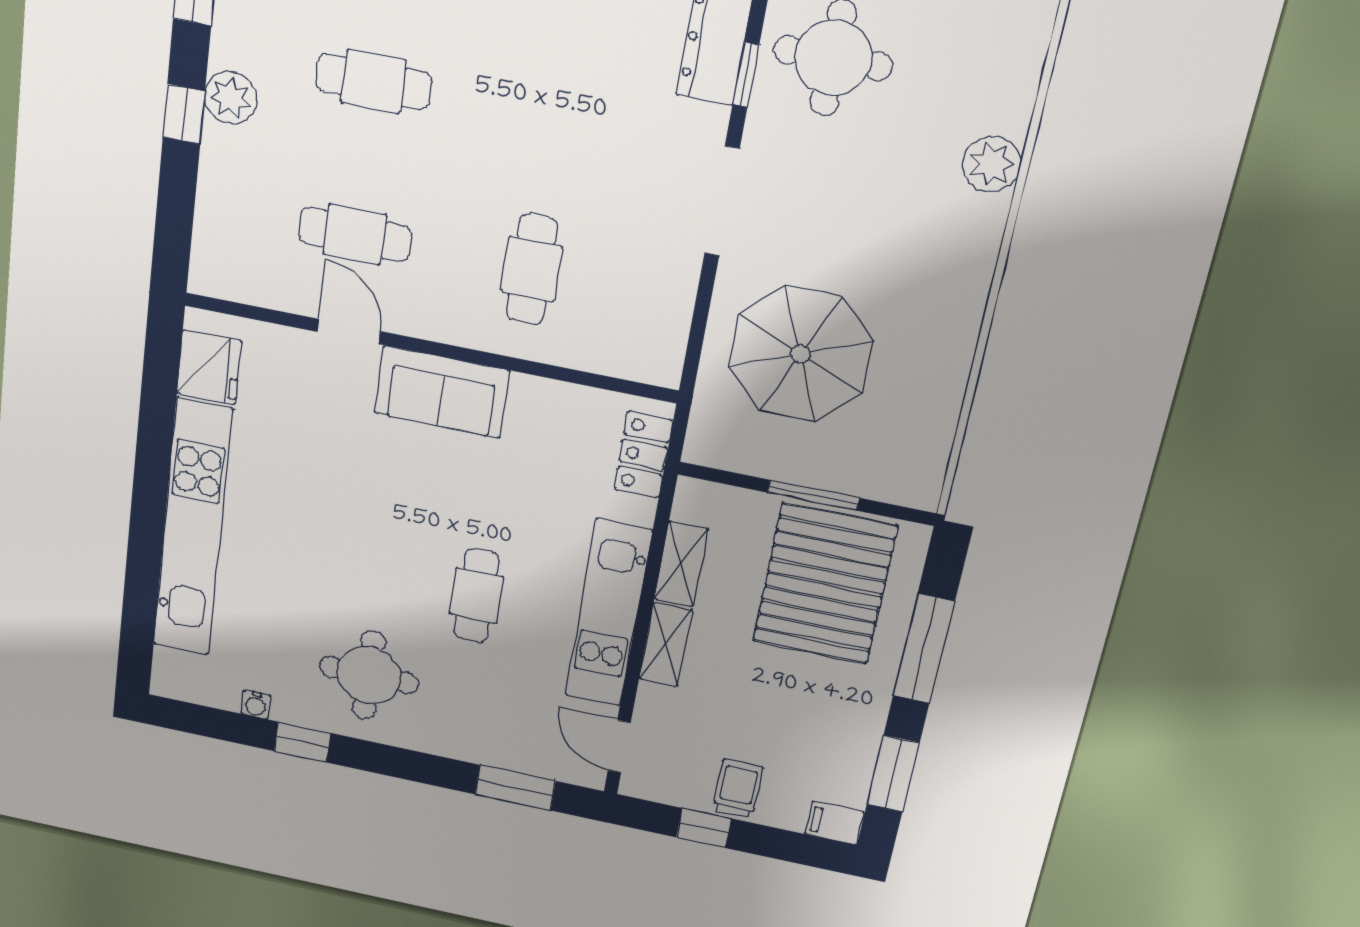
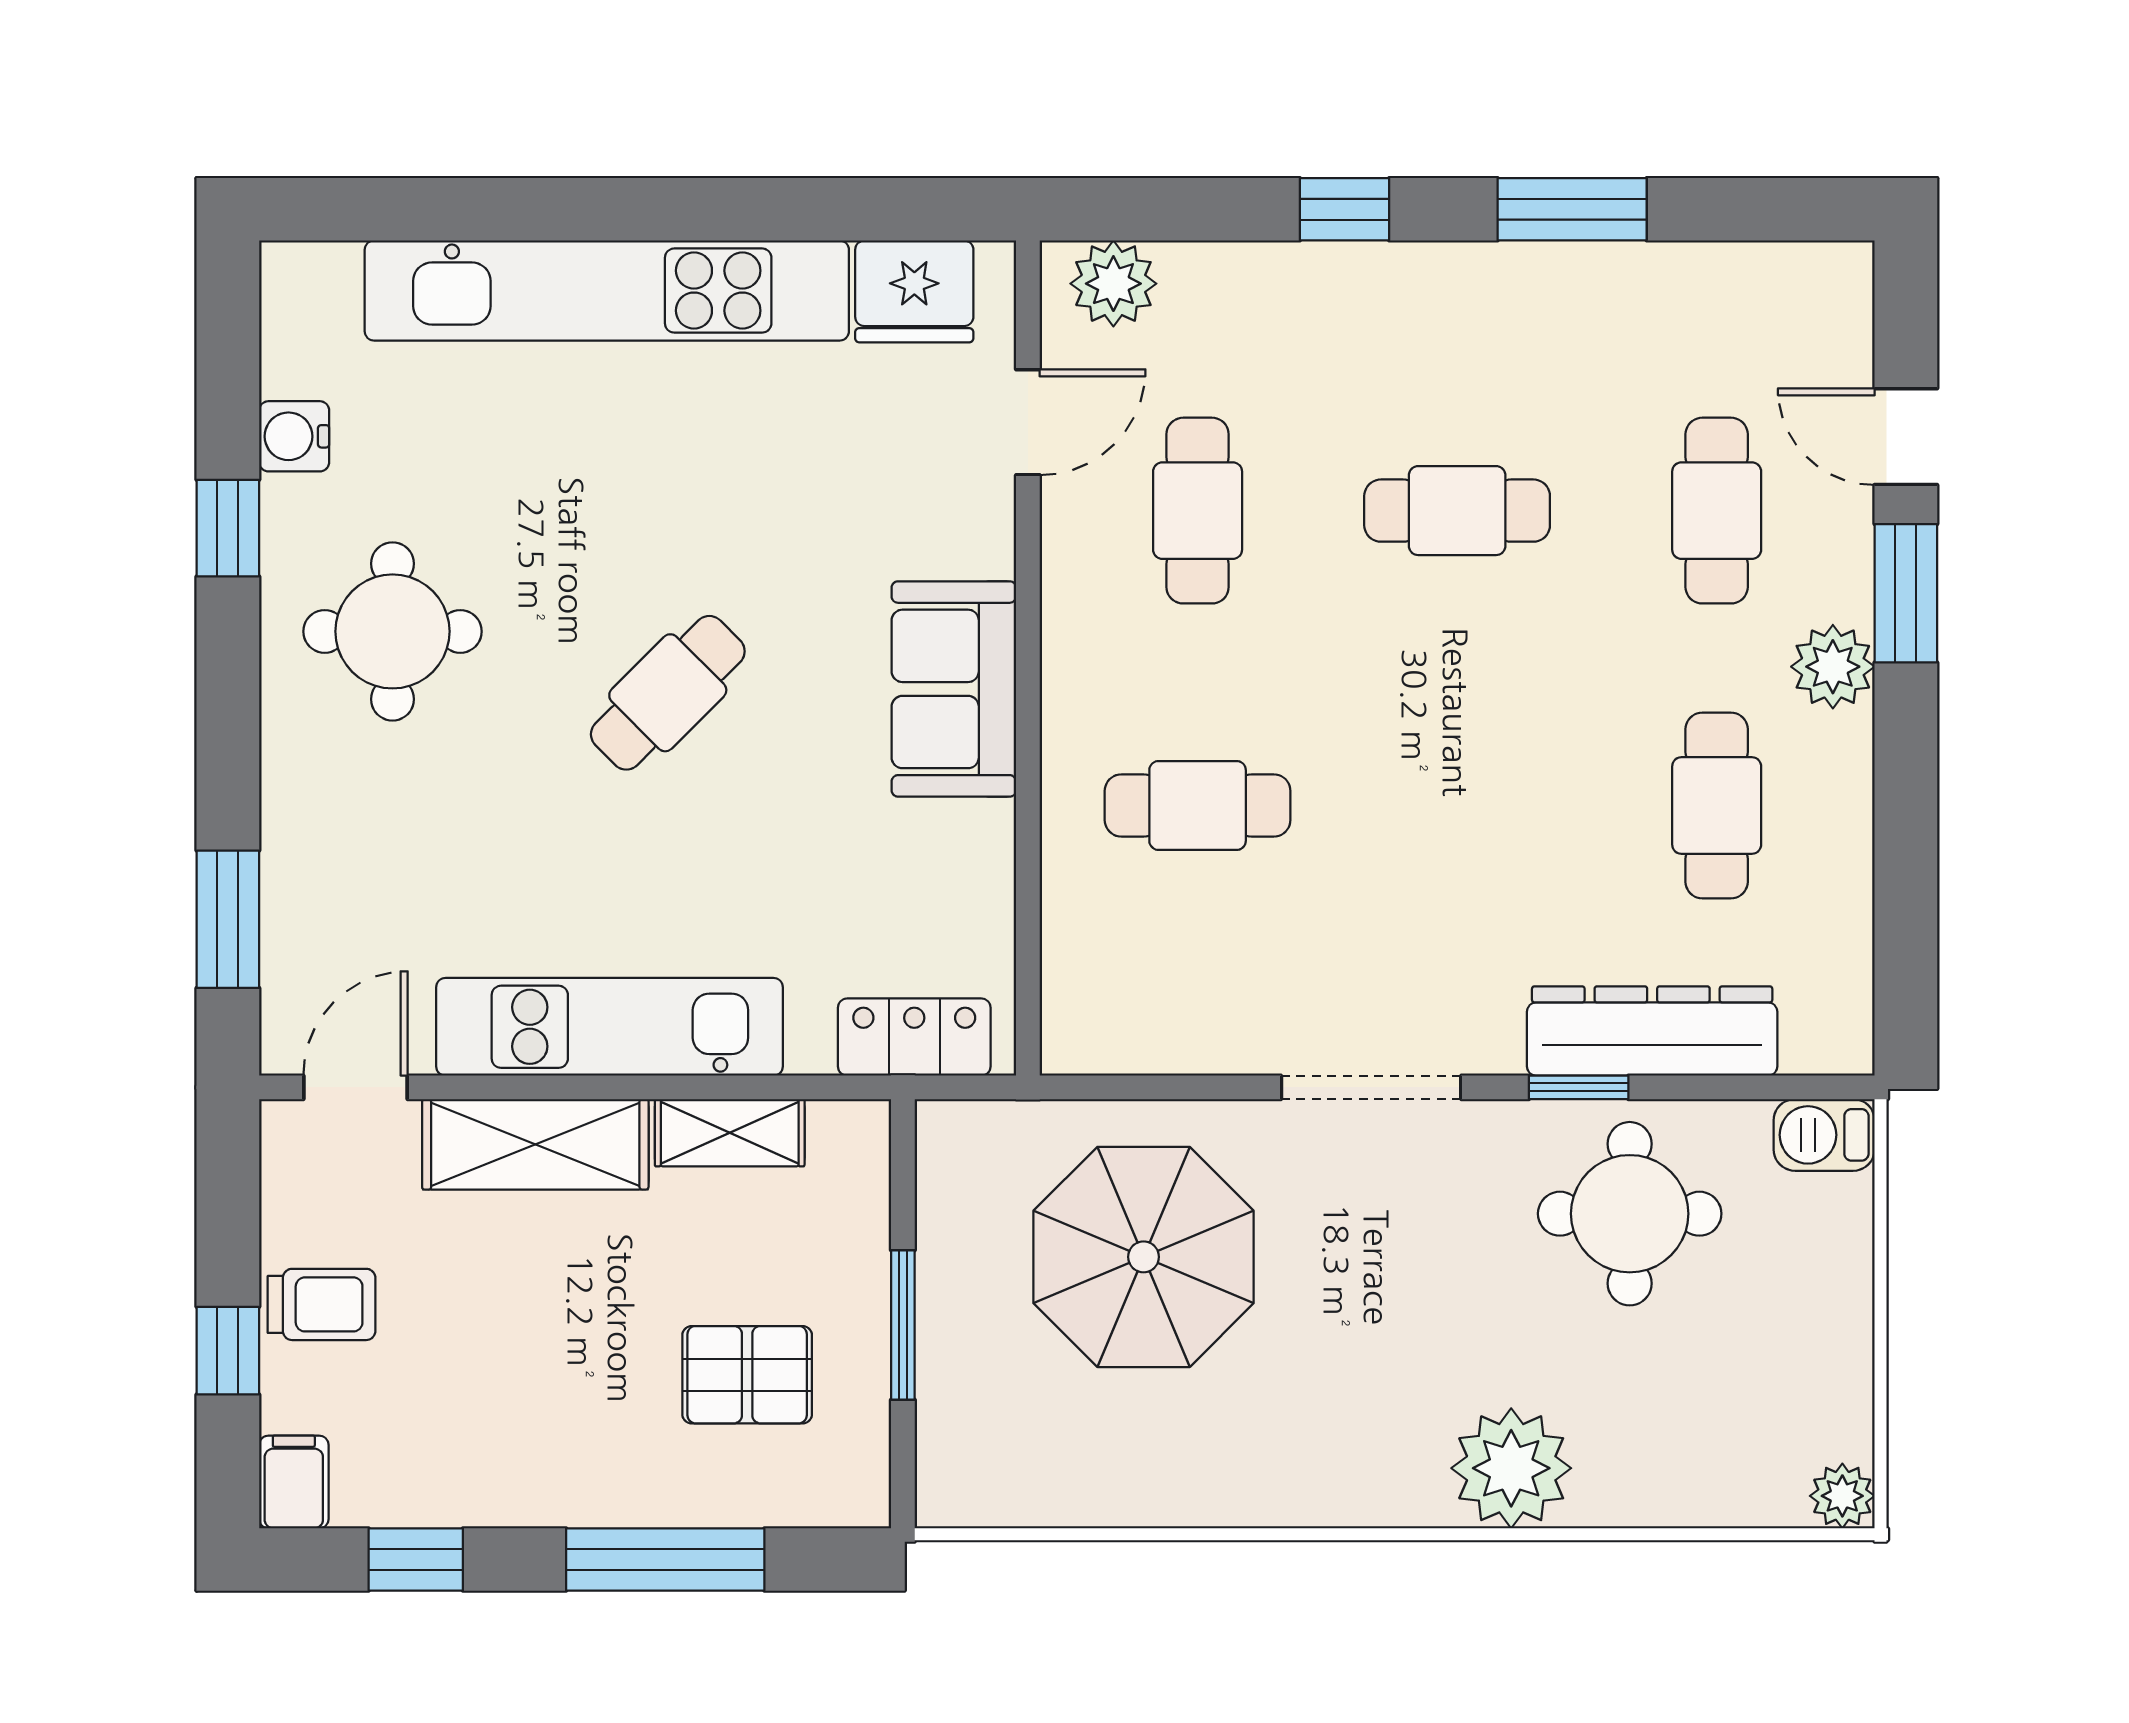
cafe table: (373, 81) -> (1457, 511), turned 90
plant: (231, 98) -> (1113, 284), moved
plant: (992, 164) -> (1511, 1468), width x1.36, depth x1.36
door: (349, 332) -> (1028, 422), moved
pallet: (825, 584) -> (747, 1375), width x0.49, depth x0.50
cafe table: (476, 596) -> (668, 693), moved, turned -45
shelving: (666, 644) -> (535, 1144), width x1.50, depth x1.33
water cooler: (256, 705) -> (294, 436), width x1.38, depth x1.38
window: (893, 774) -> (416, 1560), width x0.67
window: (704, 828) -> (228, 1351), moved

